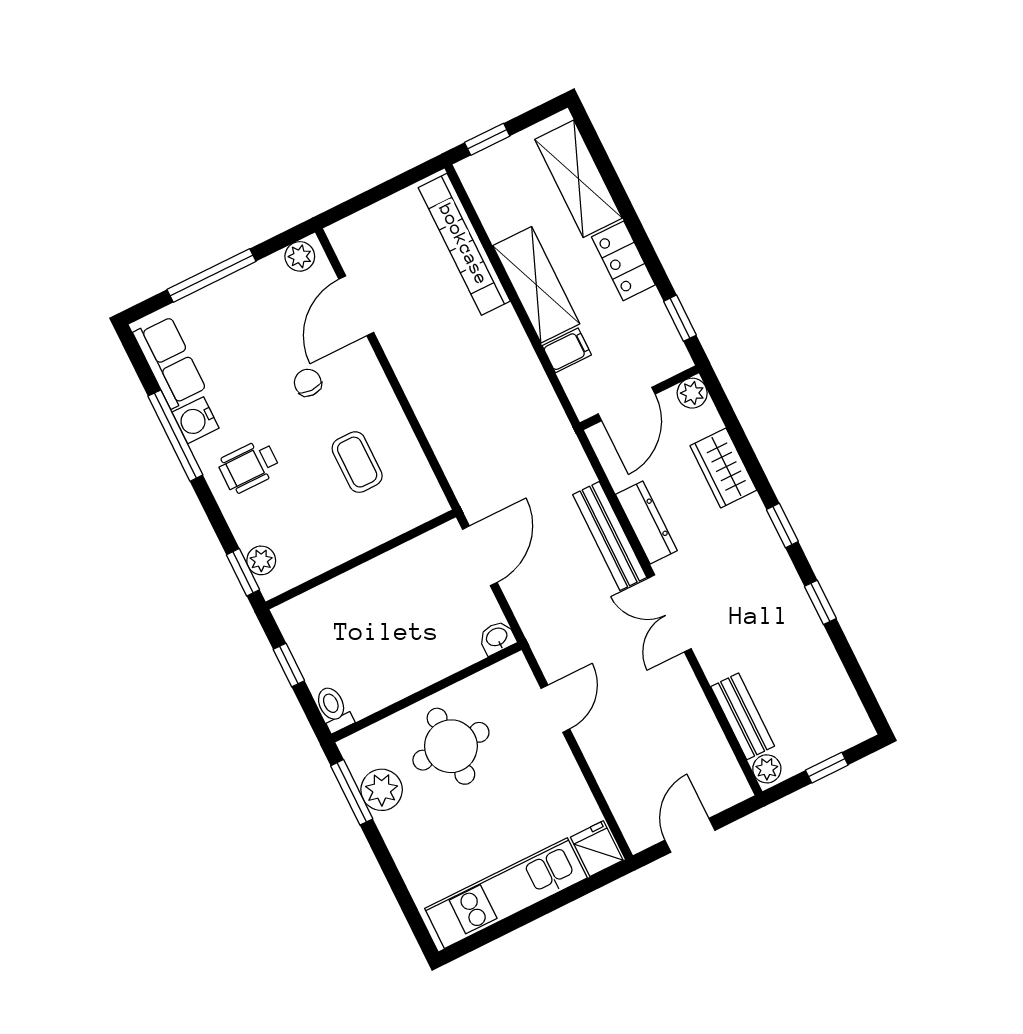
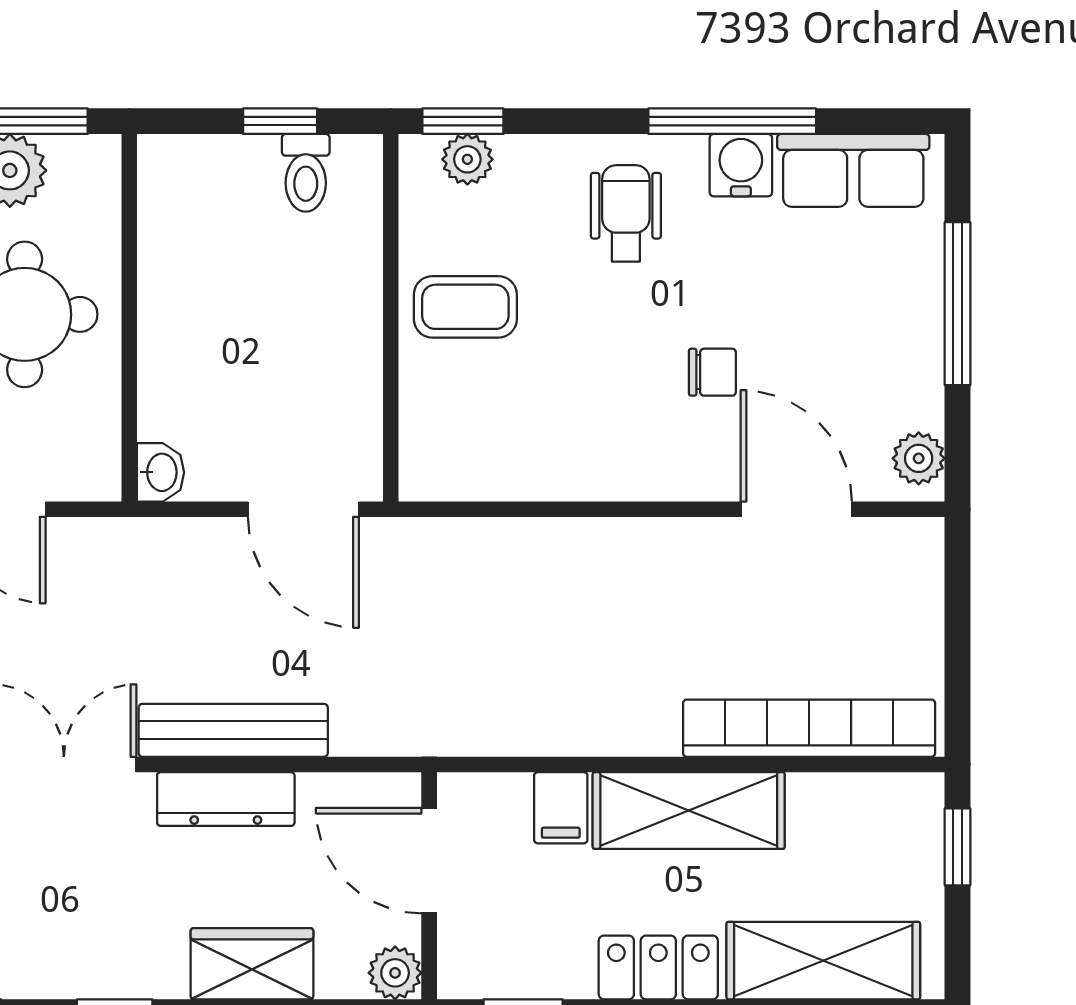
coffee table: (357, 462) -> (465, 307), moved
toilet: (334, 709) -> (306, 173), moved, turned 90

